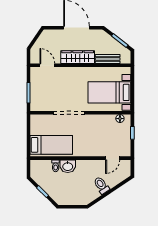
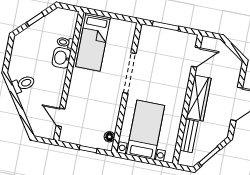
toilet: (101, 185) -> (23, 84), moved

